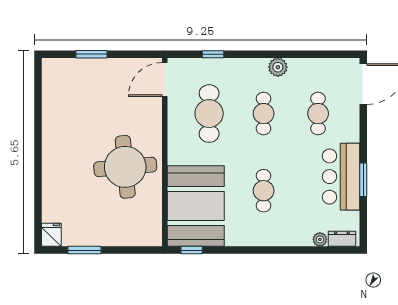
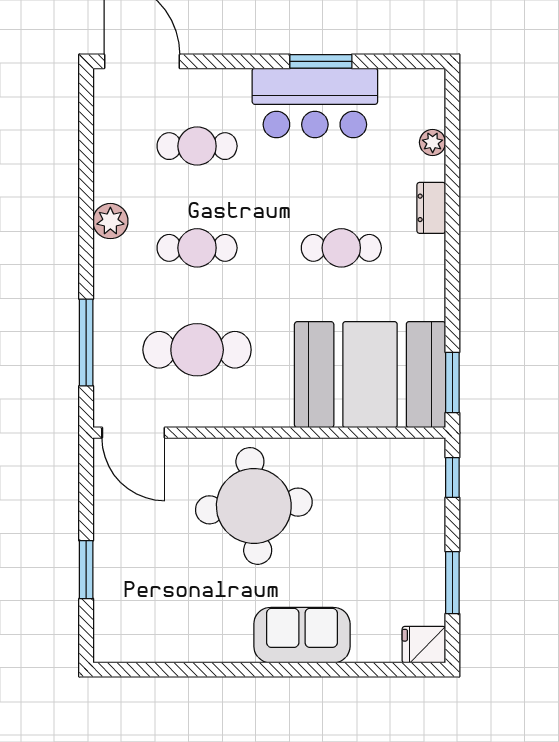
window: (213, 54) -> (86, 342), width x2.17
round table: (125, 167) -> (254, 506), moved
sofa: (56, 170) -> (302, 635), added
dresser: (342, 239) -> (431, 208), moved
window: (141, 250) -> (452, 478), added
window: (192, 250) -> (452, 383), width x1.50

